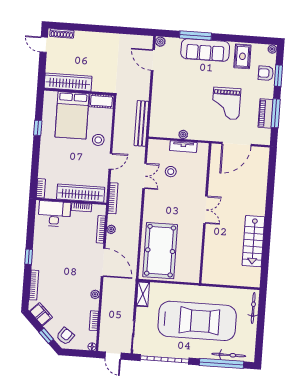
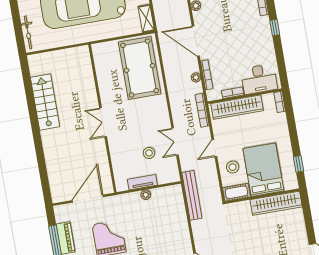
wardrobe: (68, 82) -> (276, 203), moved
wall: (79, 92) -> (262, 196), moved
cot: (101, 101) -> (236, 192), moved
bed: (72, 115) -> (263, 170), moved

